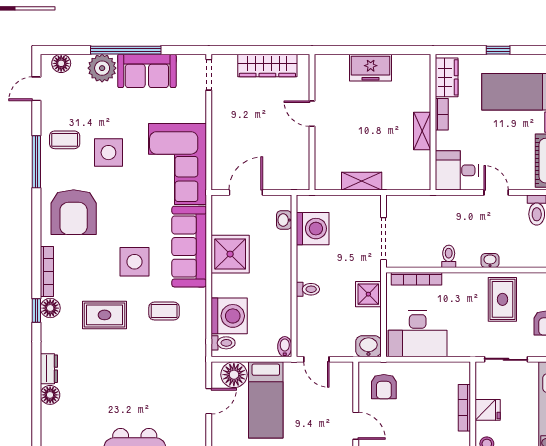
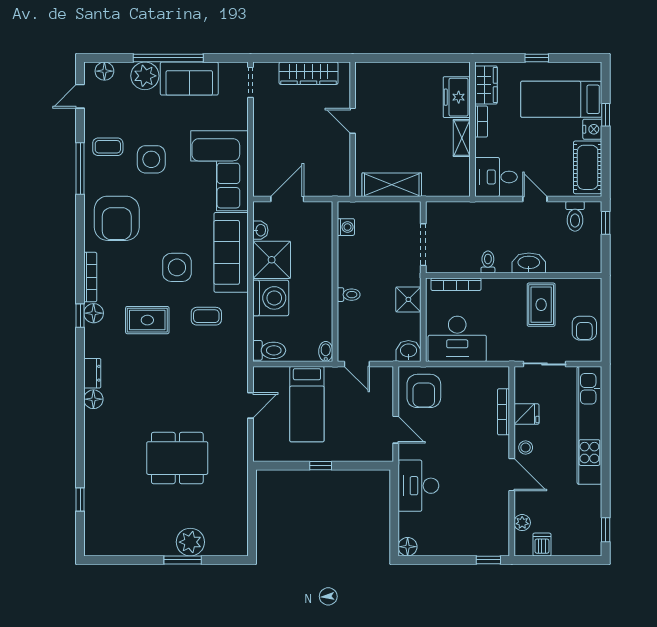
freezer: (371, 68) -> (457, 97), moved, turned 90
shelving: (362, 181) -> (392, 185), width x1.50, depth x1.33
washbasin: (284, 220) -> (260, 230), moved, turned 180
washing machine: (313, 229) -> (346, 227), width x0.53, depth x0.53
washbasin: (490, 260) -> (529, 263), width x1.91, depth x1.45
washing machine: (229, 316) -> (271, 298), moved
toilet: (223, 343) -> (269, 350), width x1.37, depth x1.39
floor lamp: (234, 375) -> (275, 379), removed
armchair: (384, 387) -> (424, 391), width x1.38, depth x1.38

